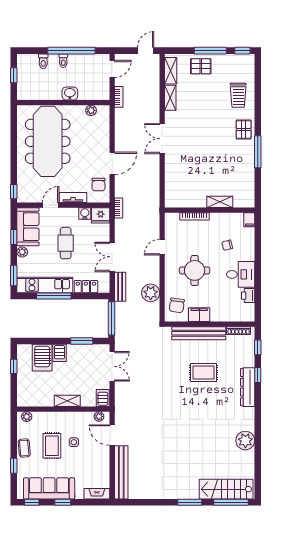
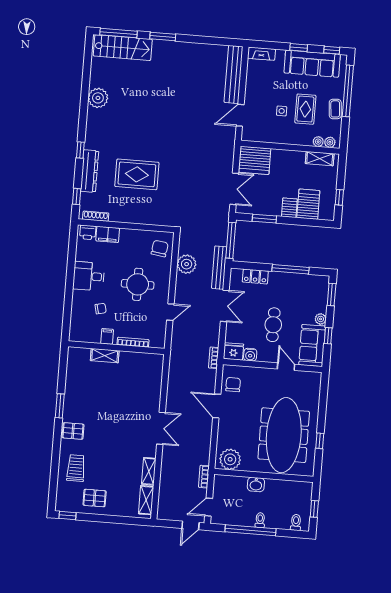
door: (146, 51) -> (191, 525), moved
window: (210, 51) -> (102, 518), removed
toilet: (43, 61) -> (296, 522), moved
pallet: (201, 66) -> (95, 498), moved
plant: (91, 110) -> (230, 459), width x1.87, depth x1.87
pallet: (244, 130) -> (73, 431), turned 90
window: (258, 152) -> (60, 406), width x0.69
door: (112, 163) -> (217, 406), hinge flipped
window: (14, 192) -> (320, 441), moved
tv unit: (73, 197) -> (262, 373), removed
door: (51, 205) -> (286, 367), swing flipped
filing cabinet: (249, 220) -> (107, 336), moved
kitchen unit: (45, 285) -> (299, 282), removed
bench: (120, 287) -> (219, 268), width x1.36
printer: (248, 296) -> (88, 232), moved, turned 90
filing cabinet: (199, 315) -> (108, 234), moved
bench: (199, 333) -> (138, 217), removed
double door: (112, 366) -> (234, 189), swing flipped
rug: (203, 372) -> (137, 174), width x1.36, depth x1.43
window: (258, 375) -> (80, 150), moved
dresser: (248, 387) -> (90, 171), moved
server rack: (103, 398) -> (255, 160), width x2.18, depth x1.44
shelving: (67, 401) -> (320, 159), moved
plant: (99, 416) -> (318, 142), moved
door: (112, 435) -> (240, 115), swing flipped
window: (14, 466) -> (348, 91), width x3.17

